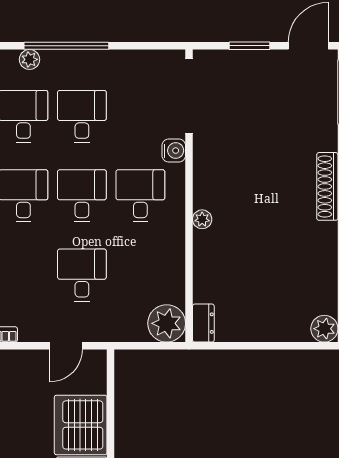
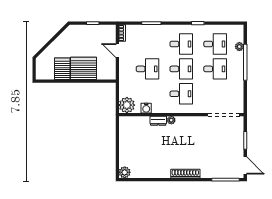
water cooler: (174, 151) -> (146, 108), moved
dresser: (203, 323) -> (158, 121), moved
door: (66, 346) -> (117, 51), moved

